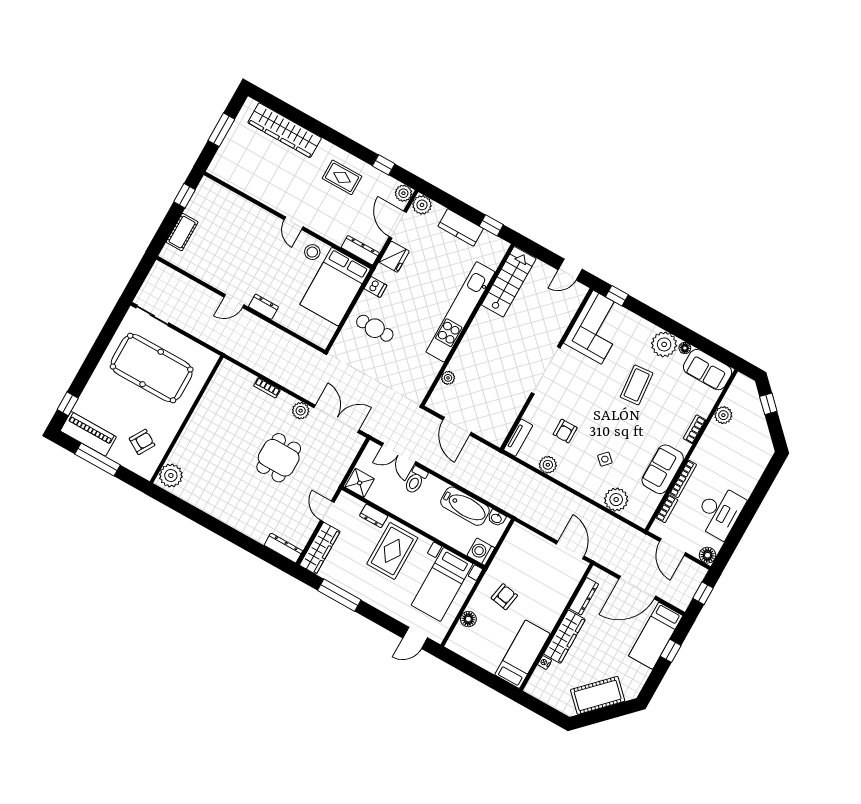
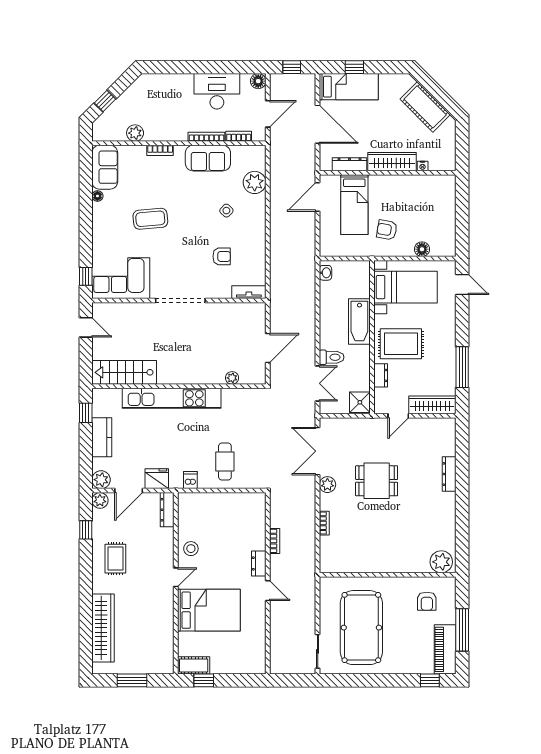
cot: (182, 232) -> (194, 665), moved
bed: (335, 287) -> (209, 610), moved
bookcase: (276, 333) -> (275, 541), added
plant: (664, 344) -> (104, 215), removed
armchair: (142, 442) -> (427, 601), turned -121
plant: (548, 465) -> (258, 255), removed
bathtub: (465, 506) -> (359, 322), moved, turned 180
dresser: (283, 548) -> (449, 474), moved
washing machine: (481, 552) -> (360, 270), removed
bed: (522, 654) -> (354, 205), moved, turned -90

